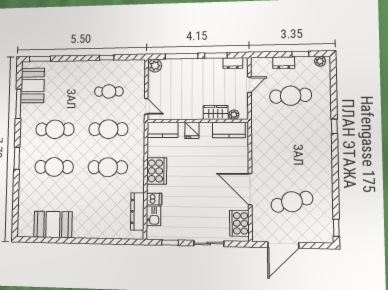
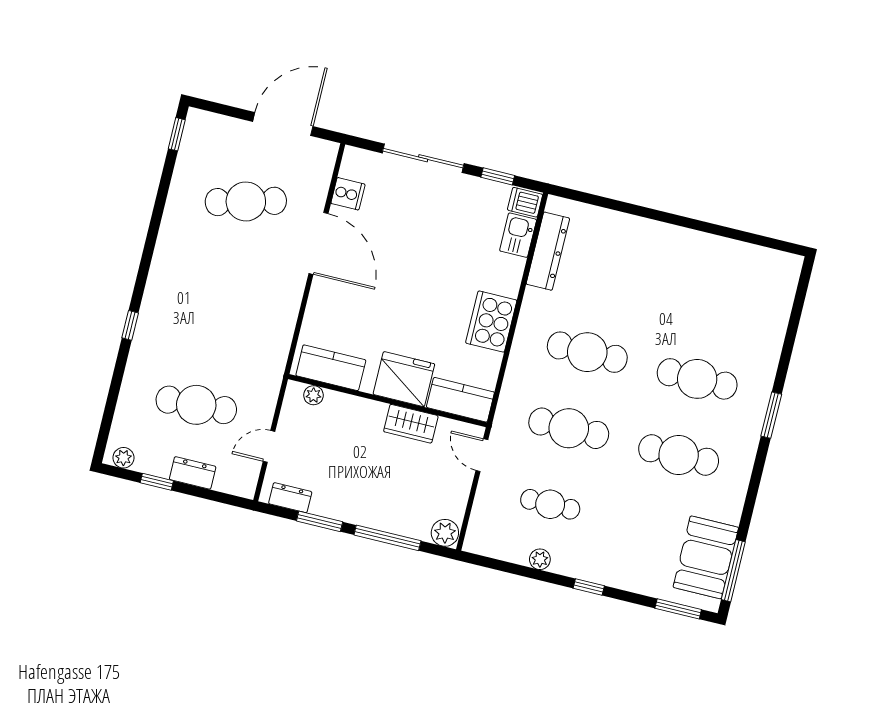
window: (107, 58) -> (589, 587), moved
plant: (108, 65) -> (540, 559), added
window: (18, 104) -> (733, 571), moved
wardrobe: (216, 112) -> (411, 424), moved
fridge: (192, 130) -> (404, 379), width x1.88, depth x1.34
dishwasher: (154, 199) -> (525, 202), moved
cooker: (239, 223) -> (348, 194), width x0.53, depth x0.76
booth: (53, 224) -> (725, 264), removed
sliding door: (209, 243) -> (423, 158), width x1.37

